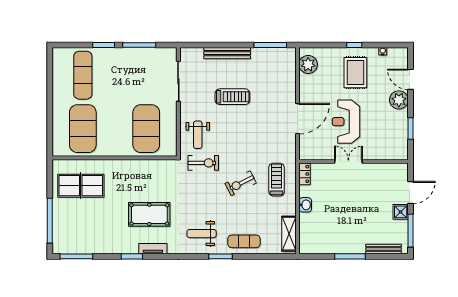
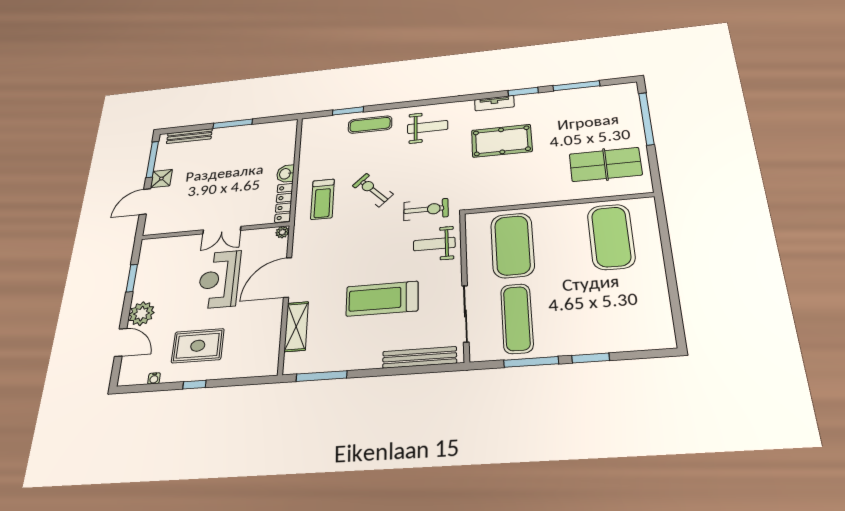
bench: (227, 53) -> (420, 357), moved
plant: (308, 64) -> (282, 232), moved, width x0.53, depth x0.53
rug: (355, 73) -> (198, 346), turned 90
exercise mat: (83, 75) -> (517, 318), moved
treadmill: (232, 97) -> (382, 299), width x1.37, depth x1.38
reception desk: (346, 122) -> (219, 279), turned 180
weight bench: (198, 135) -> (434, 244), turned -90
exercise bike: (203, 163) -> (426, 209), turned 180
locker: (305, 174) -> (284, 203), width x1.53
exercise bike: (241, 183) -> (373, 190), turned -107
shelving: (289, 234) -> (296, 327), moved
window: (76, 256) -> (576, 86), moved
window: (220, 256) -> (348, 111), moved

